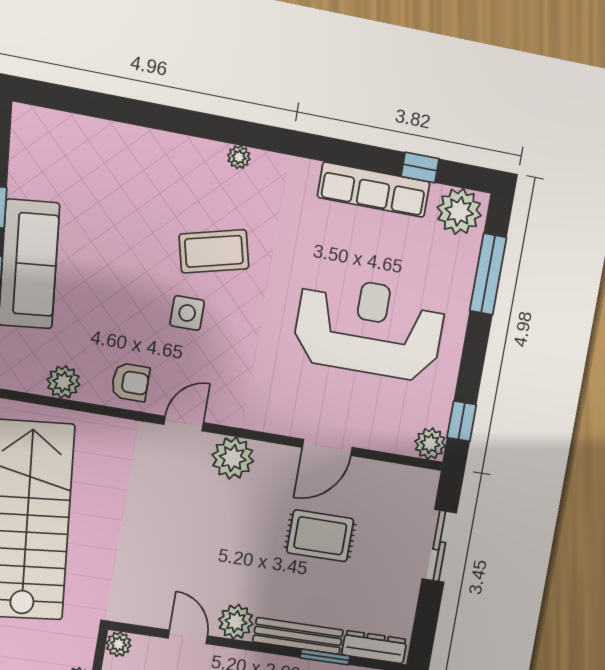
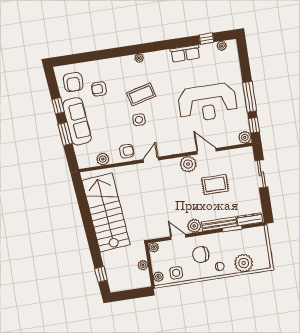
armchair: (52, 159) -> (73, 82), added
row of seats: (374, 190) -> (185, 53), width x0.68
armchair: (112, 200) -> (99, 89), added
plant: (459, 211) -> (222, 46), width x0.53, depth x0.53
window: (488, 274) -> (250, 97), moved
reception desk: (369, 328) -> (207, 103), turned 180
door: (327, 447) -> (207, 151), swing flipped
plant: (233, 458) -> (188, 164), moved

